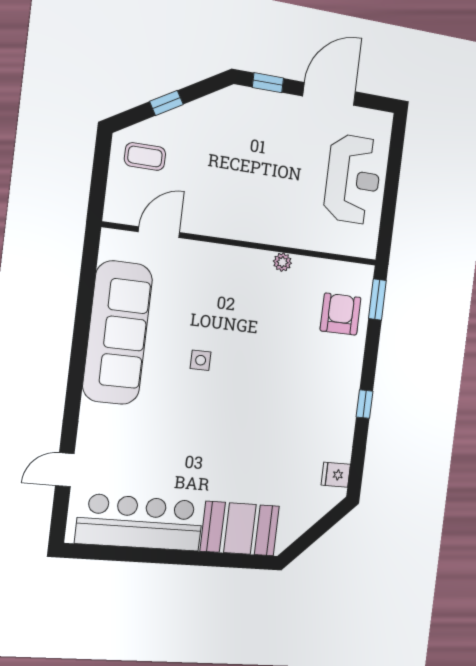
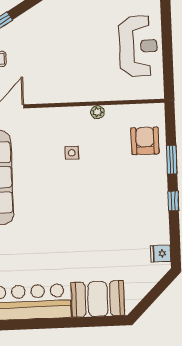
window: (377, 300) -> (172, 160), moved
side table: (201, 360) -> (72, 153), moved

